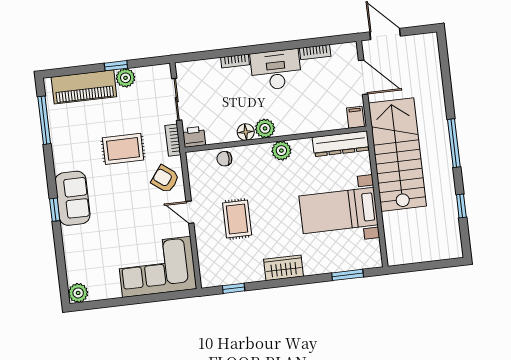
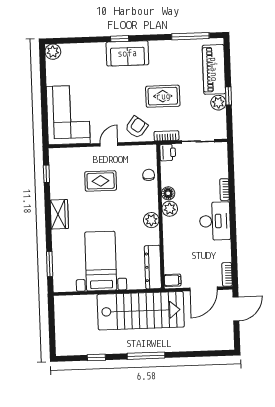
bookcase: (315, 52) -> (227, 274), moved
rug: (123, 149) -> (163, 96), turned 90

